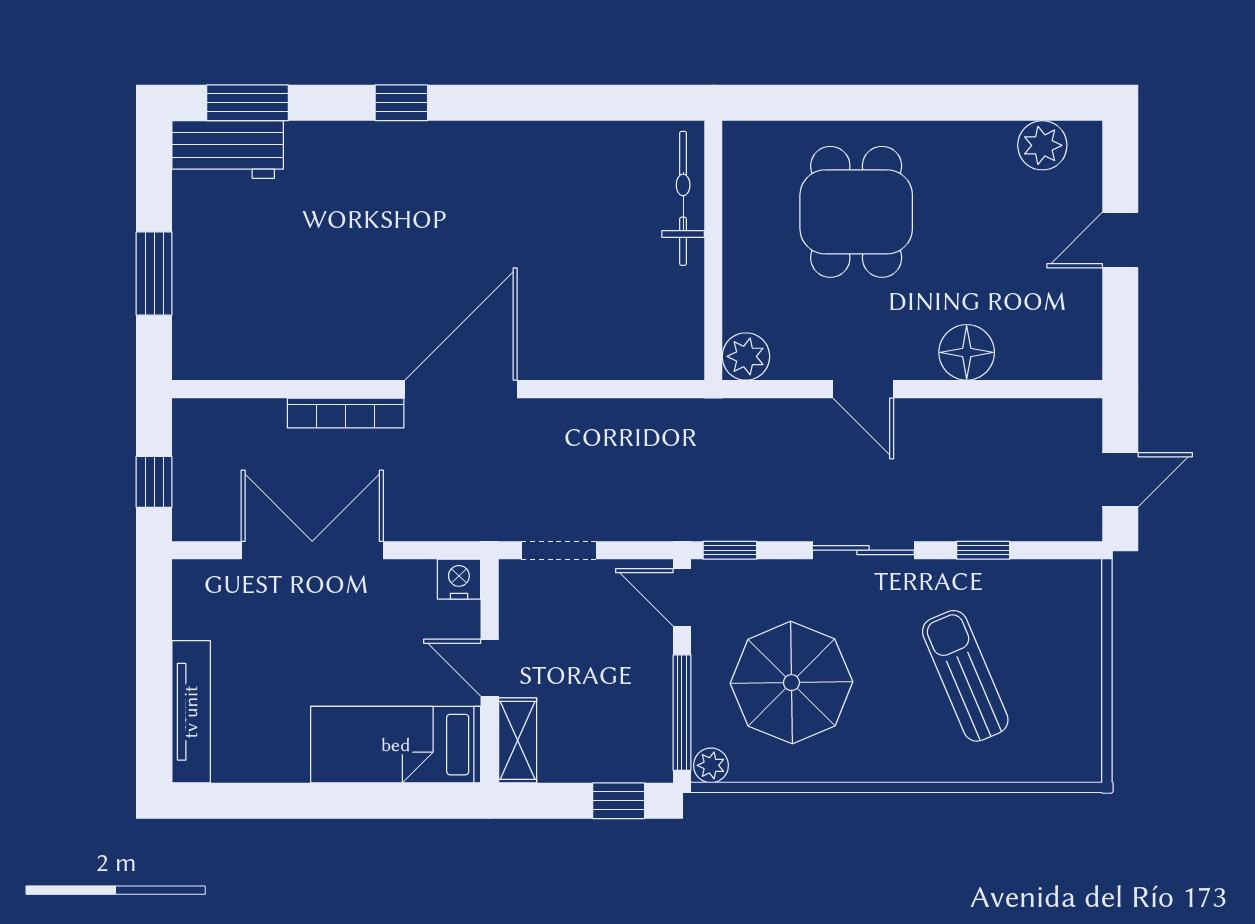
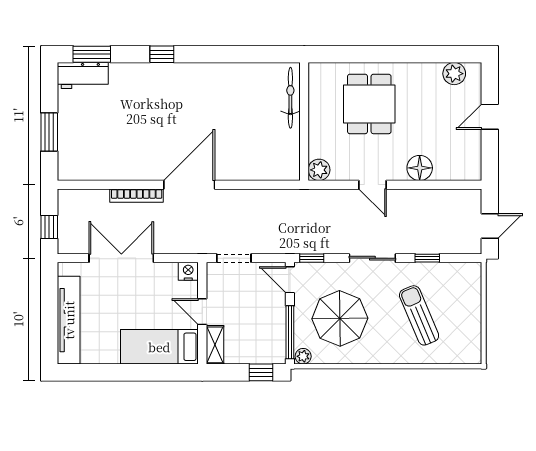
tv unit: (191, 712) -> (69, 320), width x1.36, depth x1.29

